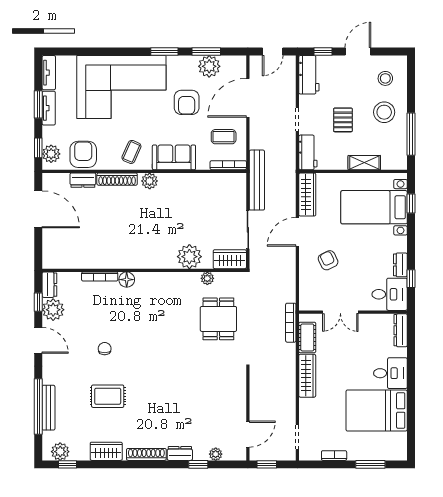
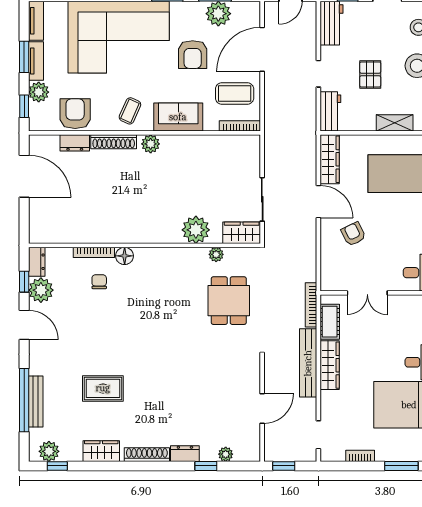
coffee table: (224, 137) -> (235, 94), width x1.36, depth x1.30
plant: (51, 154) -> (39, 92), moved
bench: (257, 180) -> (308, 363), moved
door: (297, 232) -> (318, 202), swing flipped
chair: (105, 349) -> (99, 282), moved
door: (248, 434) -> (262, 409), moved

